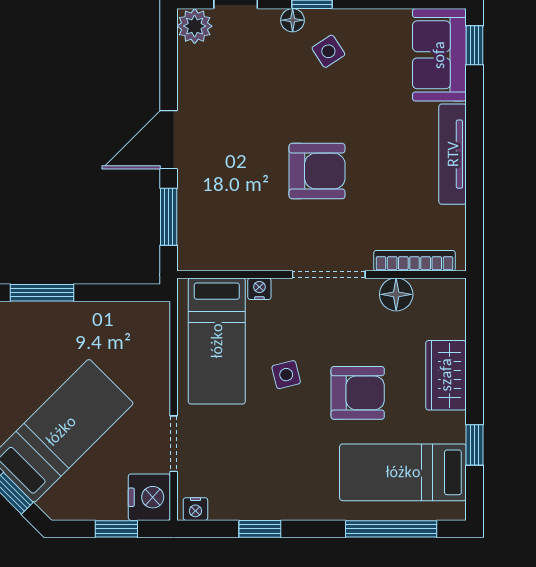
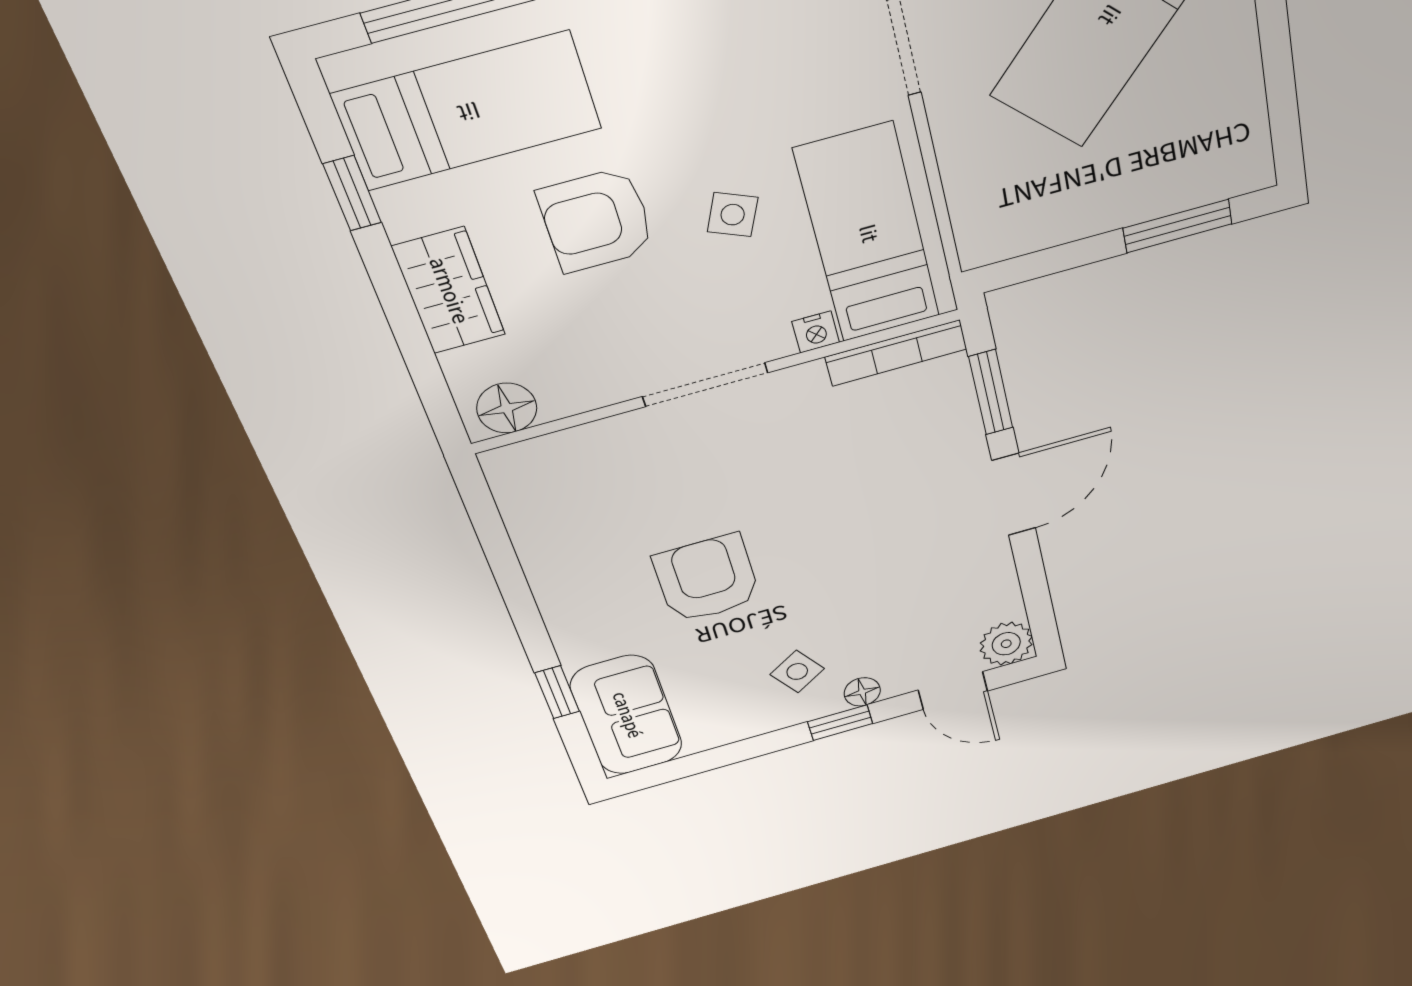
window: (475, 45) -> (557, 692), moved
tv unit: (453, 154) -> (559, 602), removed
armchair: (317, 171) -> (707, 579), moved, turned 90
bookcase: (414, 261) -> (896, 353), moved
floor lamp: (396, 294) -> (507, 408), moved
side table: (286, 375) -> (733, 215), turned 38

